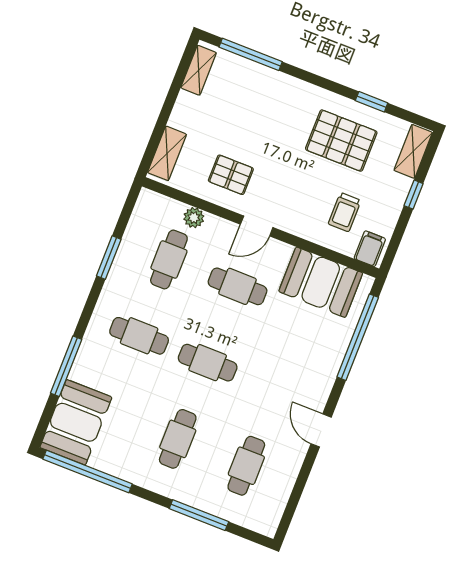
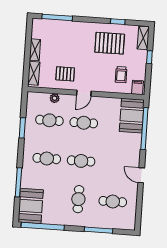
shelving: (199, 70) -> (35, 50), moved
cafe table: (169, 260) -> (49, 120), turned 90
booth: (321, 282) -> (132, 116), moved, turned 90
cafe table: (246, 466) -> (113, 202), turned 90

